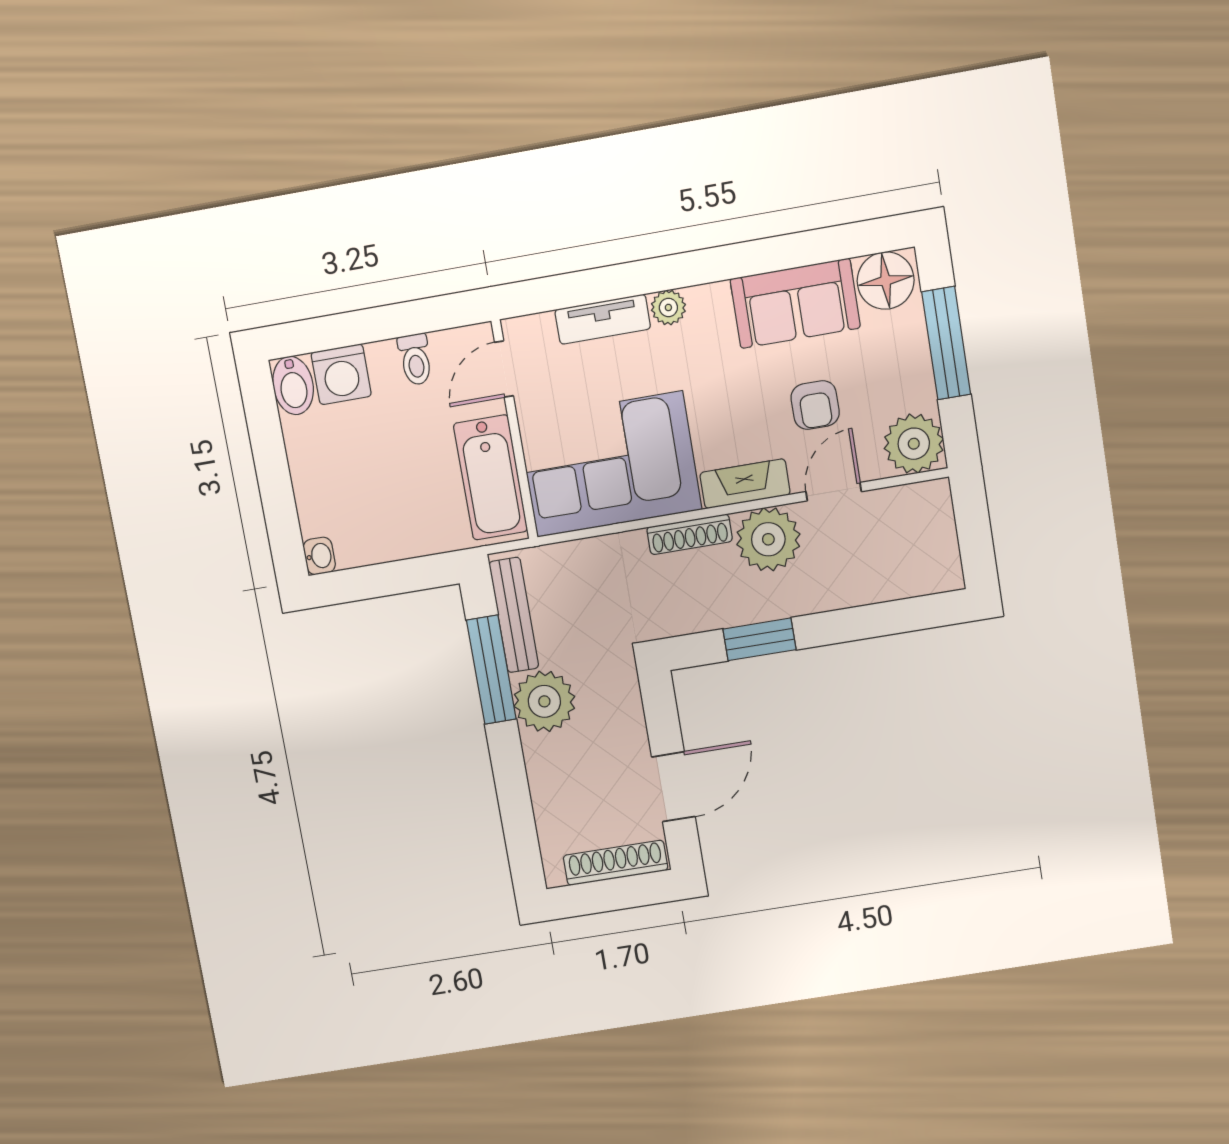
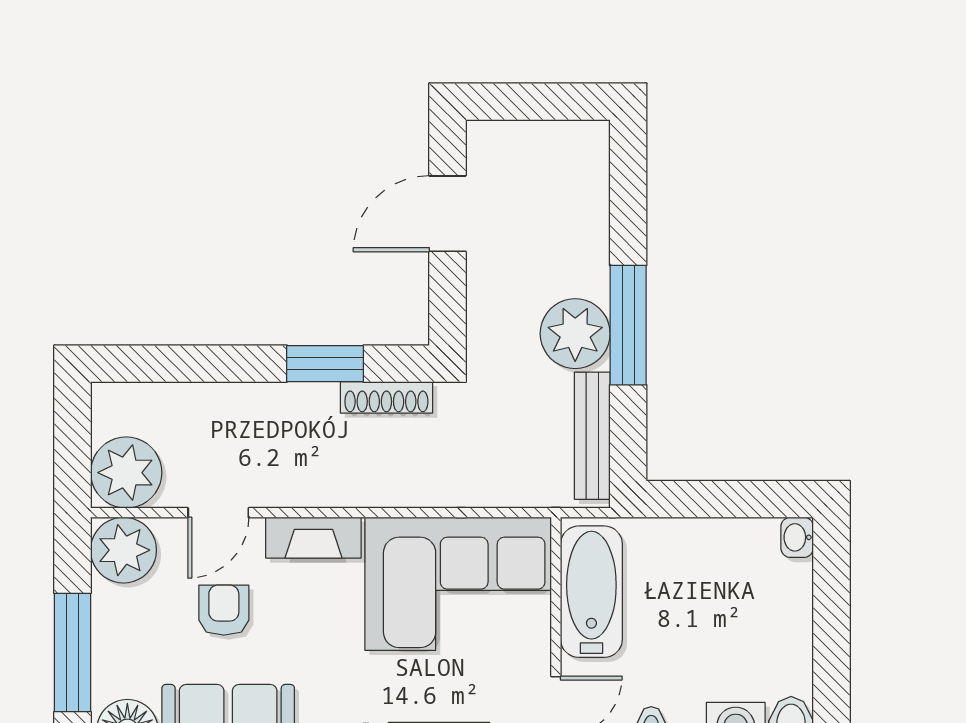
shoe rack: (690, 534) -> (386, 397), moved, turned 180
plant: (768, 539) -> (126, 473), moved
window: (491, 670) -> (628, 325), moved
shoe rack: (615, 863) -> (527, 138), removed

